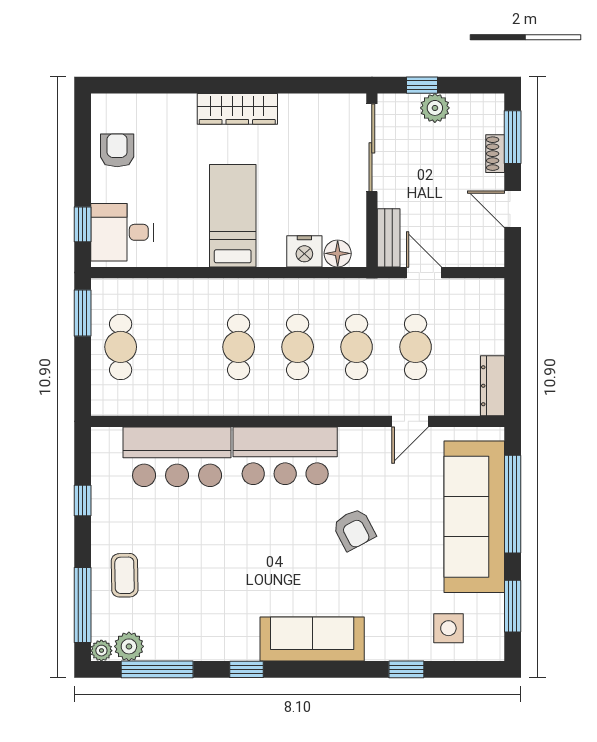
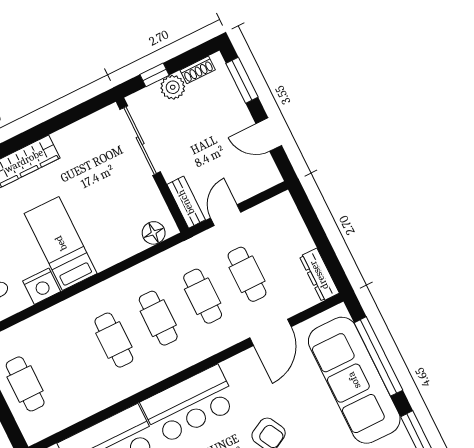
shoe rack: (495, 154) -> (198, 70), moved, turned -90
nightstand: (304, 251) -> (42, 286), moved
door: (424, 273) -> (226, 215), hinge flipped
door: (410, 421) -> (271, 332), width x1.38

